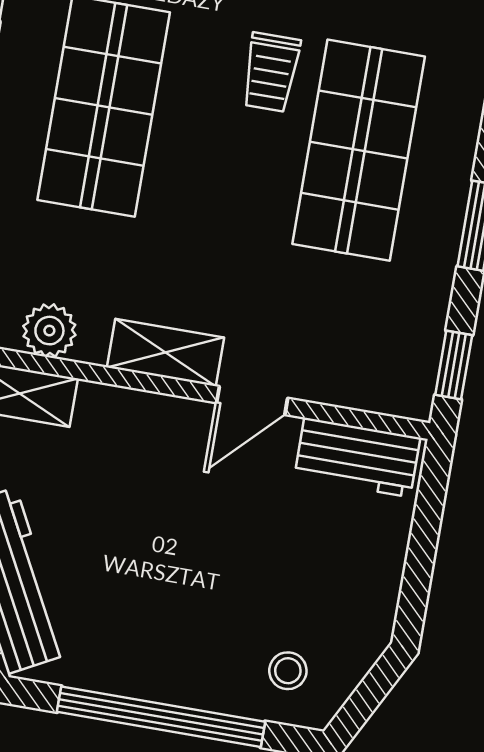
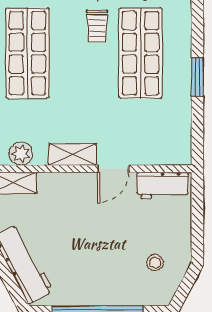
window: (454, 365) -> (197, 138), removed
stool: (288, 671) -> (155, 263), moved

